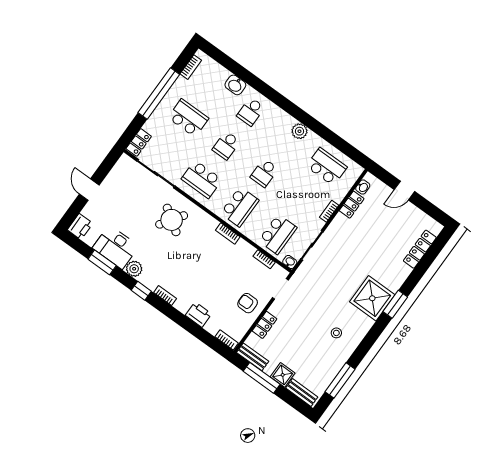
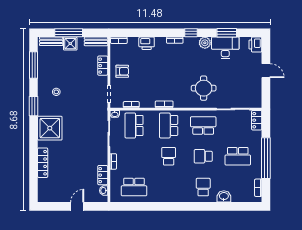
plant: (299, 131) -> (166, 196), removed
school desk: (226, 145) -> (203, 156), turned -90
round table: (172, 220) -> (204, 88), turned -34
locker: (420, 249) -> (43, 163), moved
window: (395, 304) -> (34, 106), moved
window: (262, 378) -> (69, 33), moved

